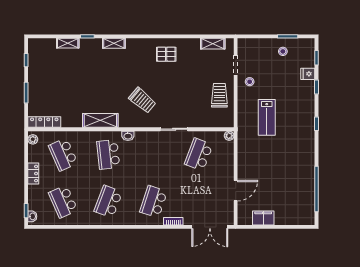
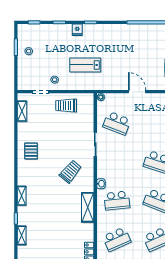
fridge: (308, 74) -> (77, 30), moved
lab bench: (267, 117) -> (85, 65), turned 180
door: (236, 191) -> (137, 92), moved

